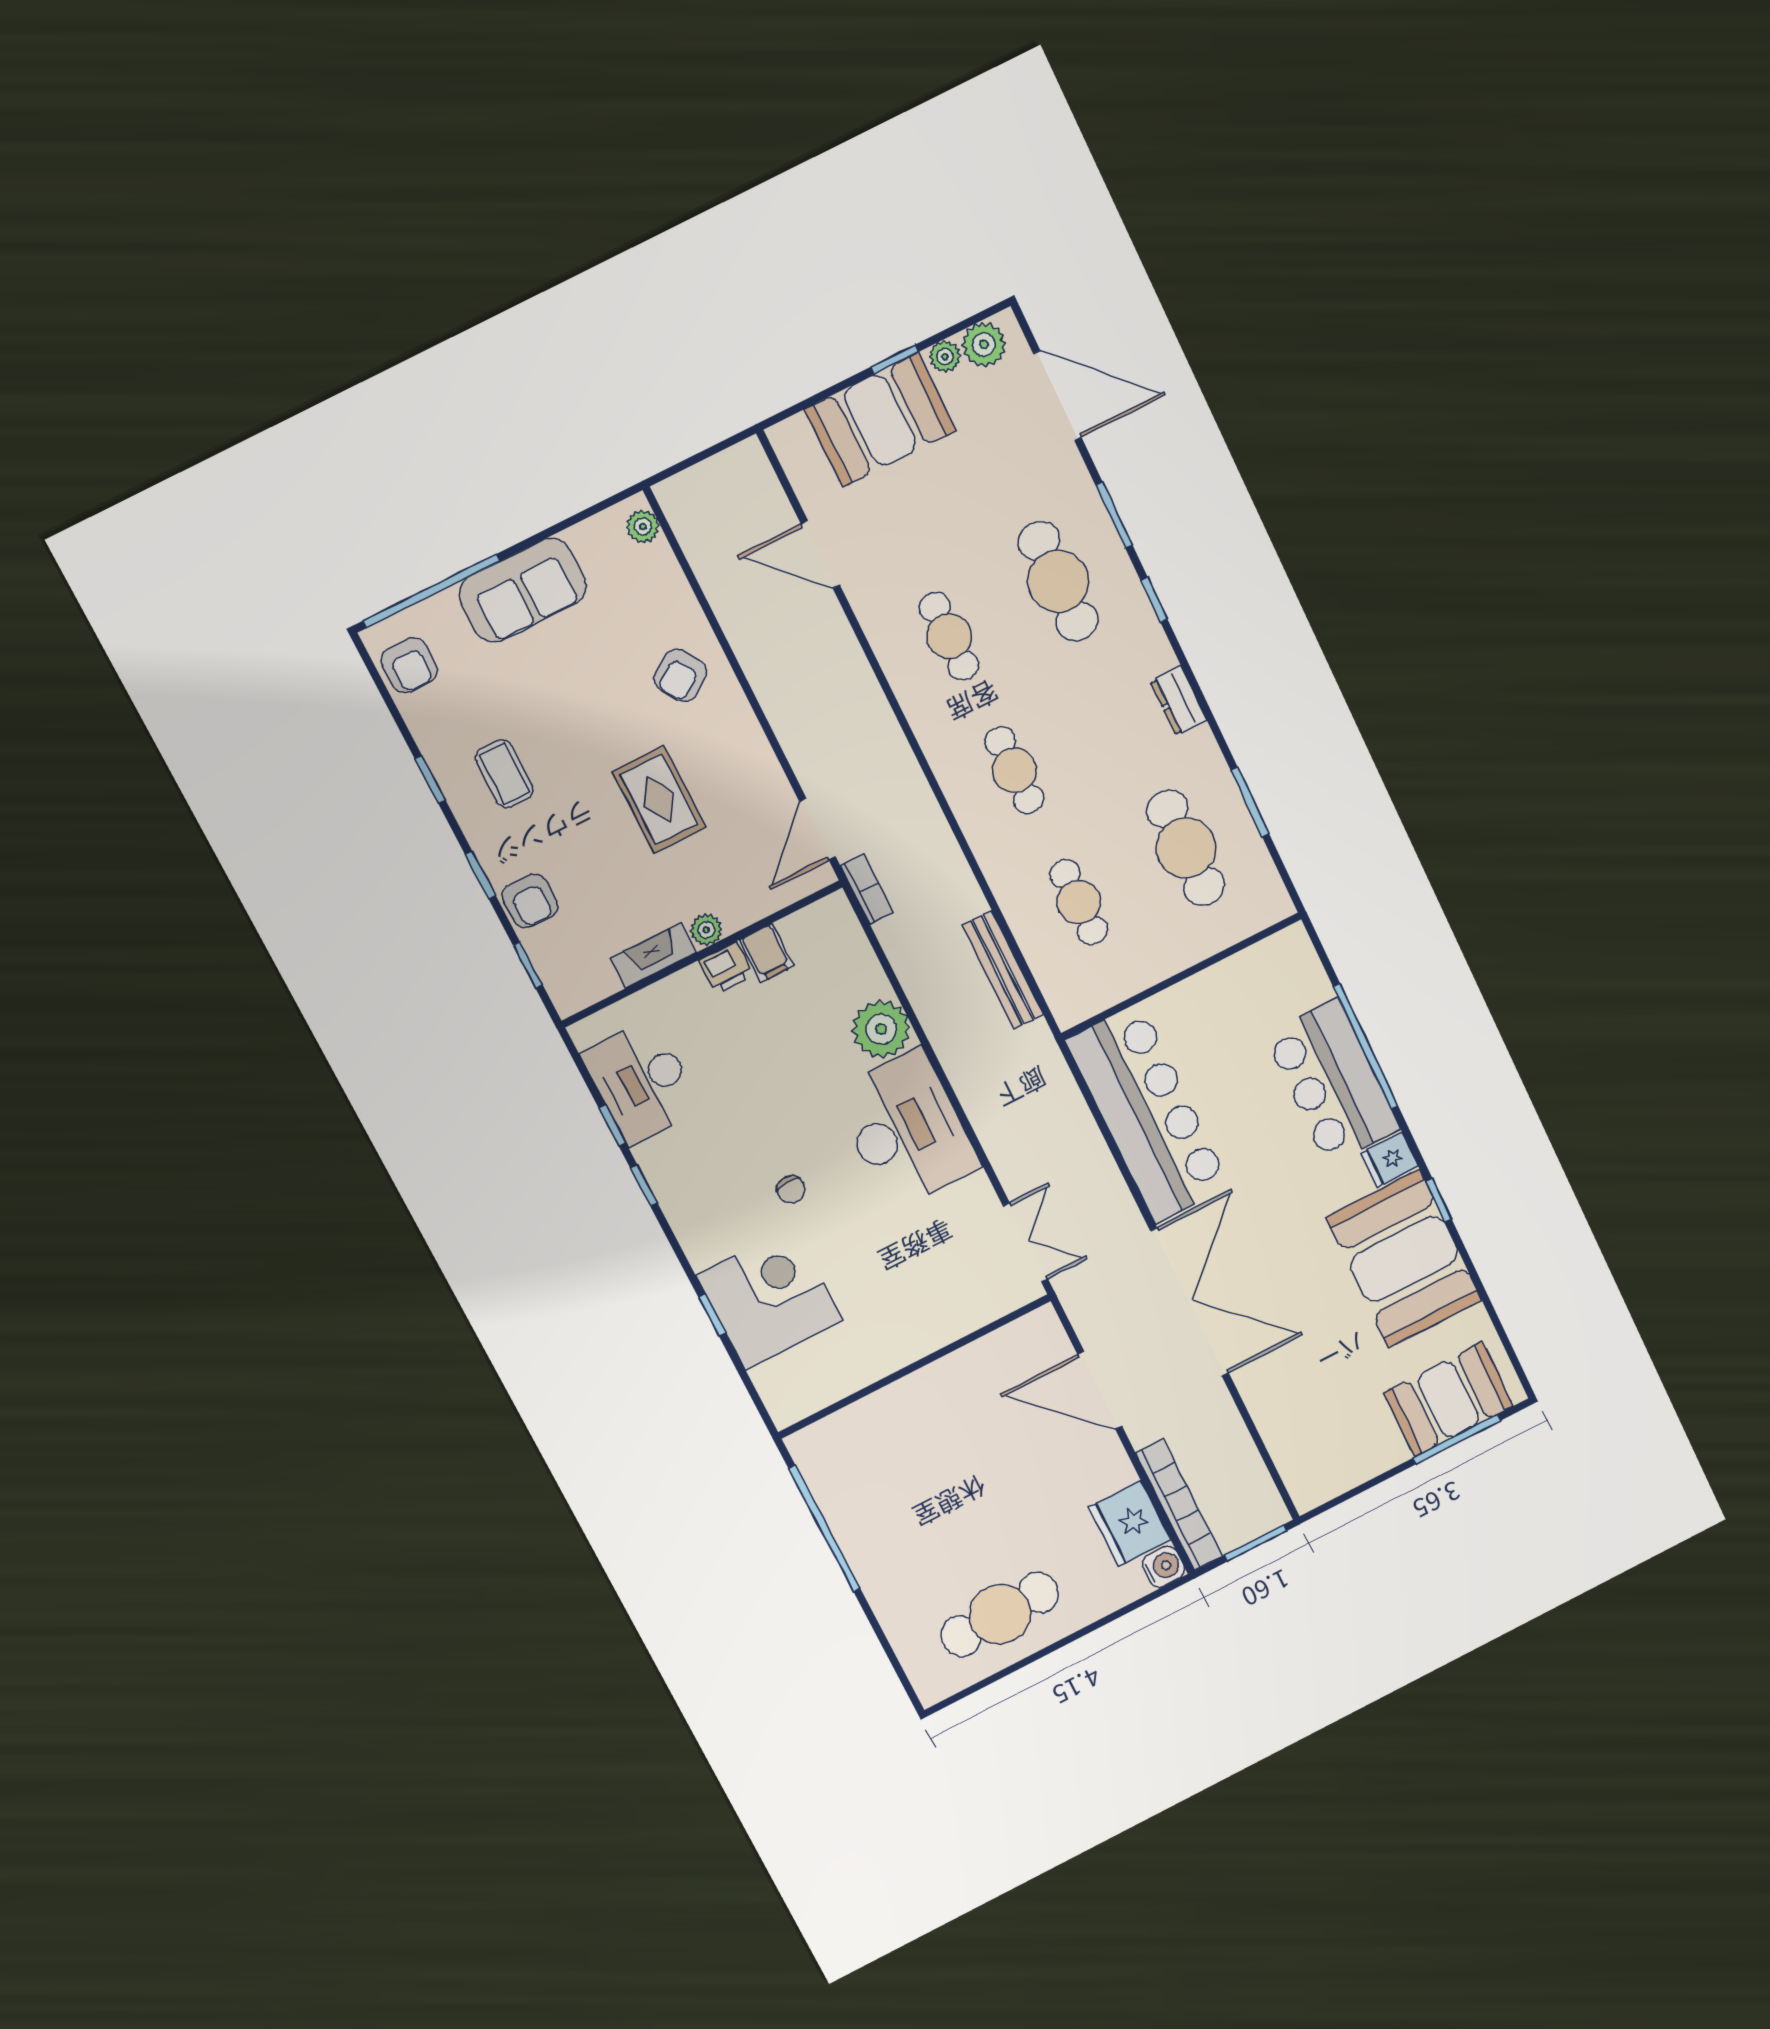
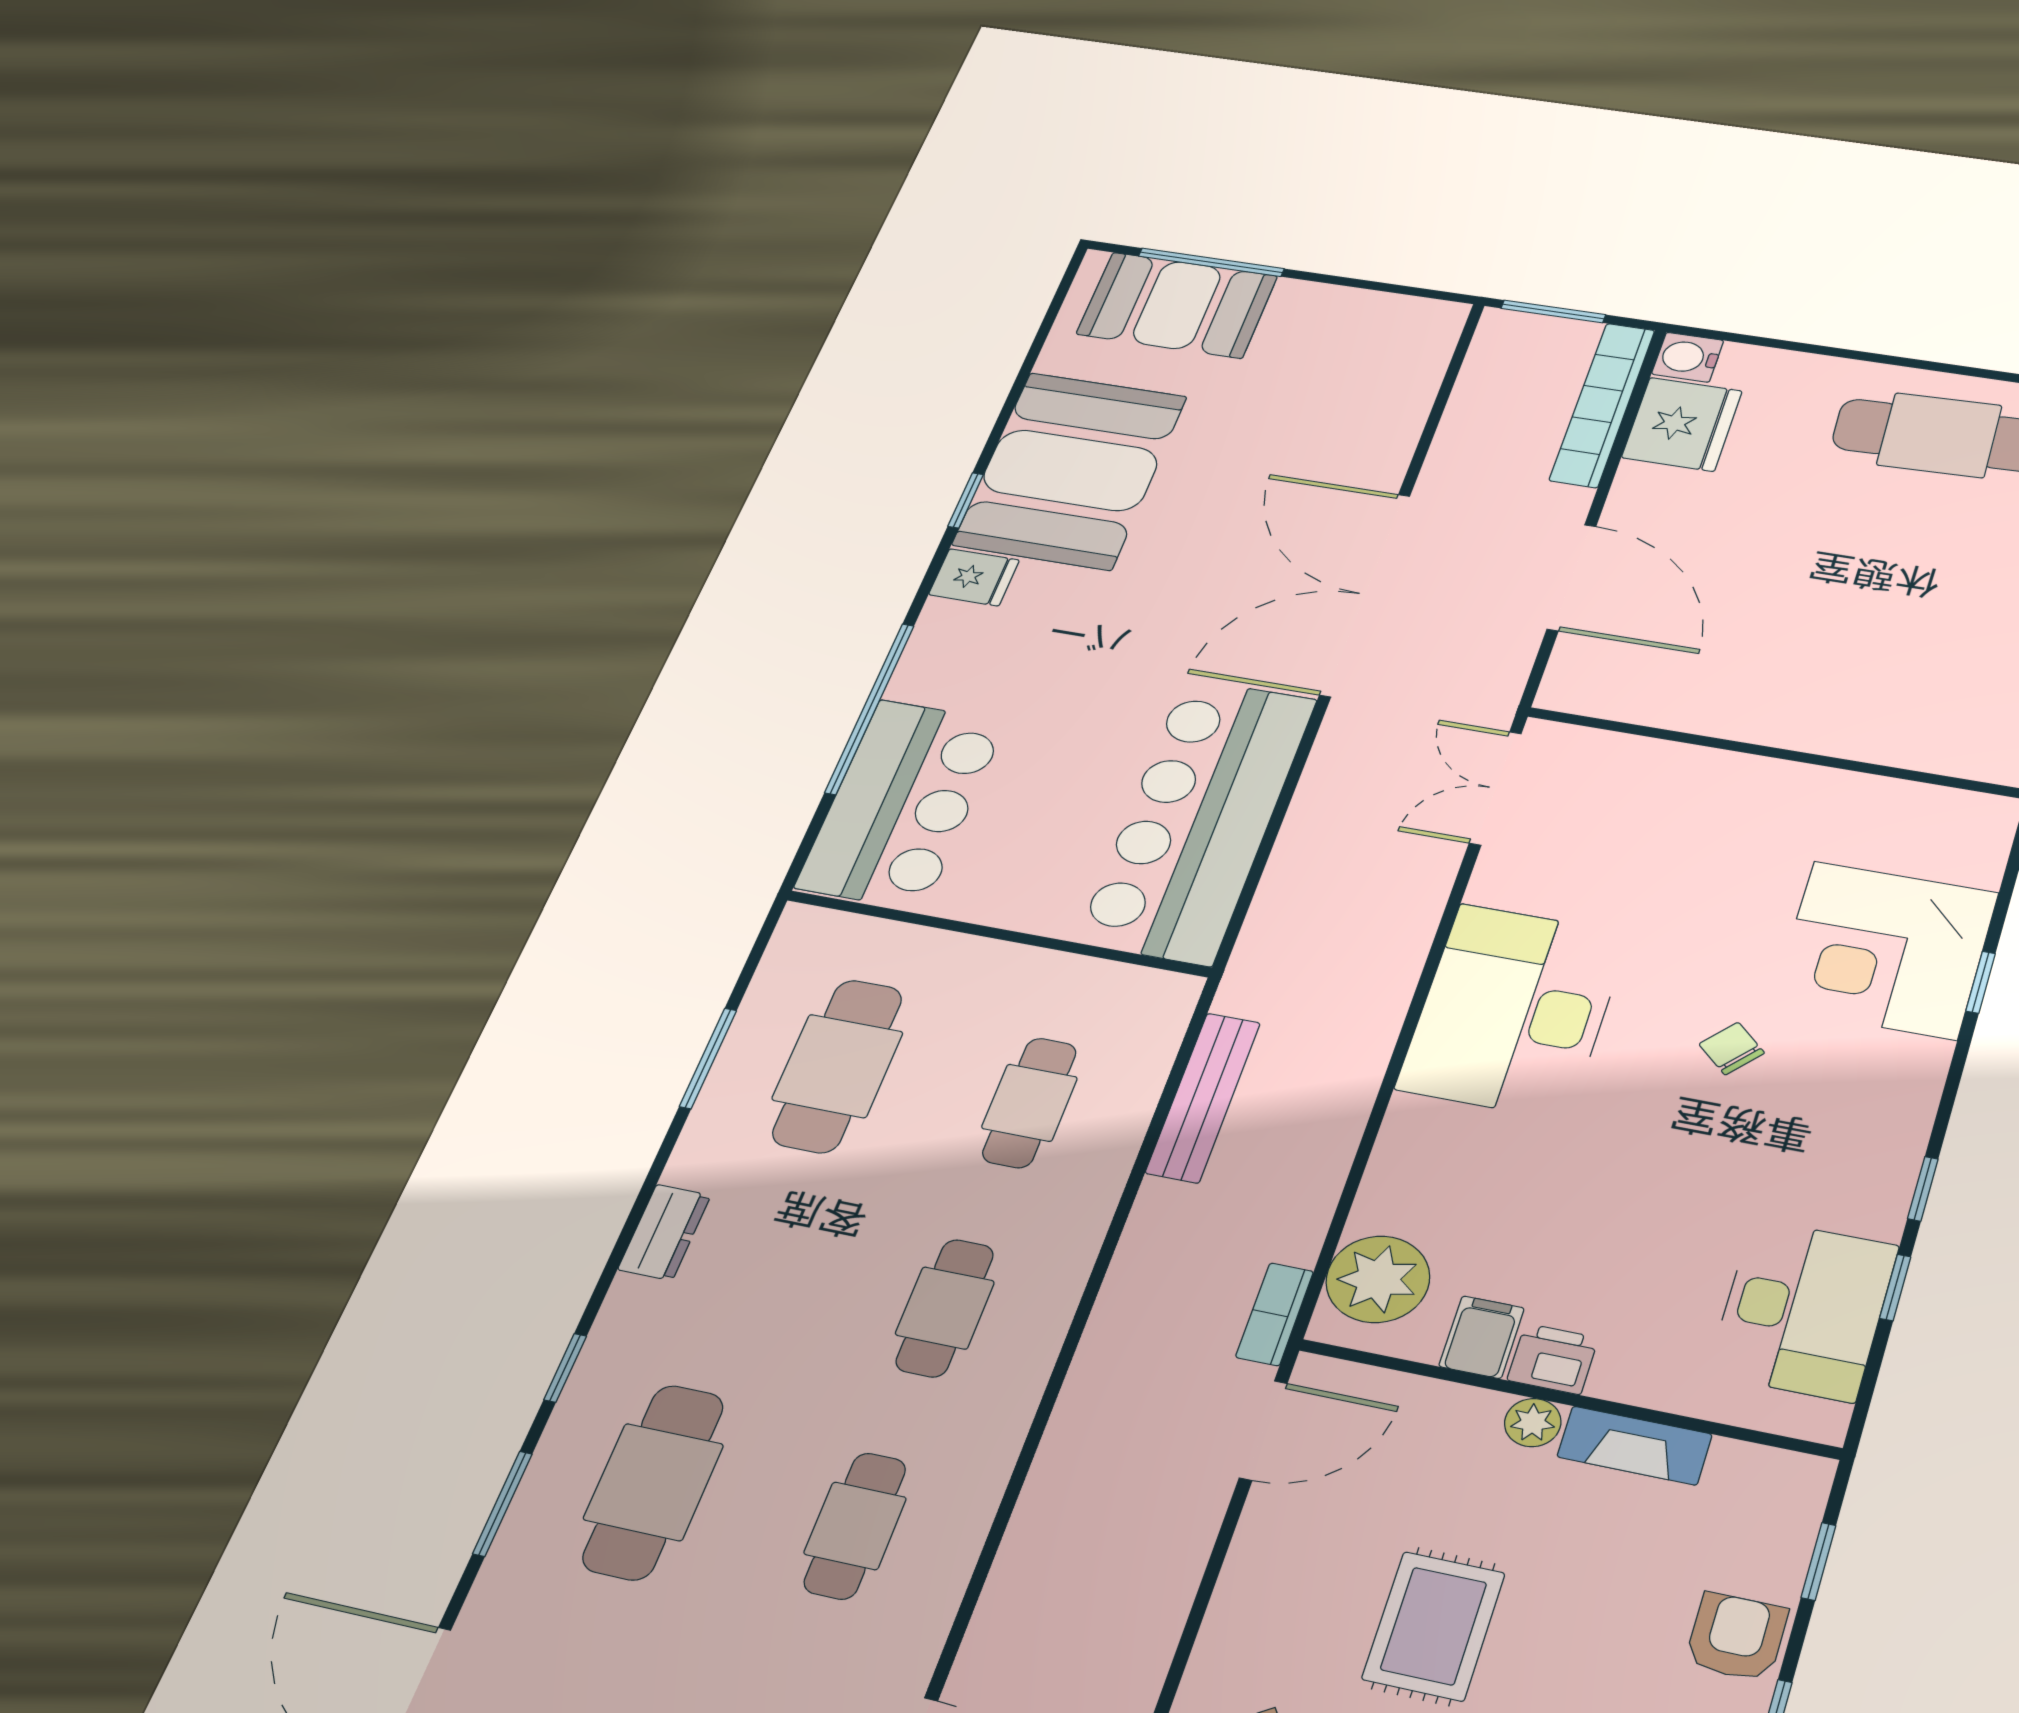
plant: (881, 1029) -> (1378, 1279), moved
bar counter: (1333, 1082) -> (901, 804), moved
chair: (791, 1190) -> (1732, 1048), turned -45

